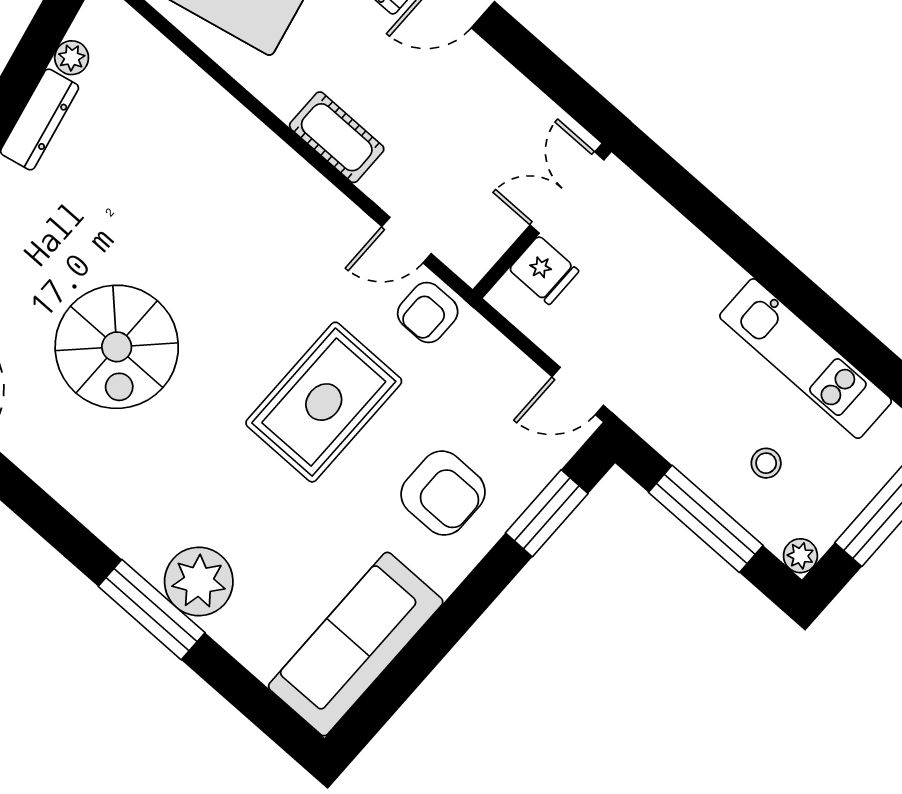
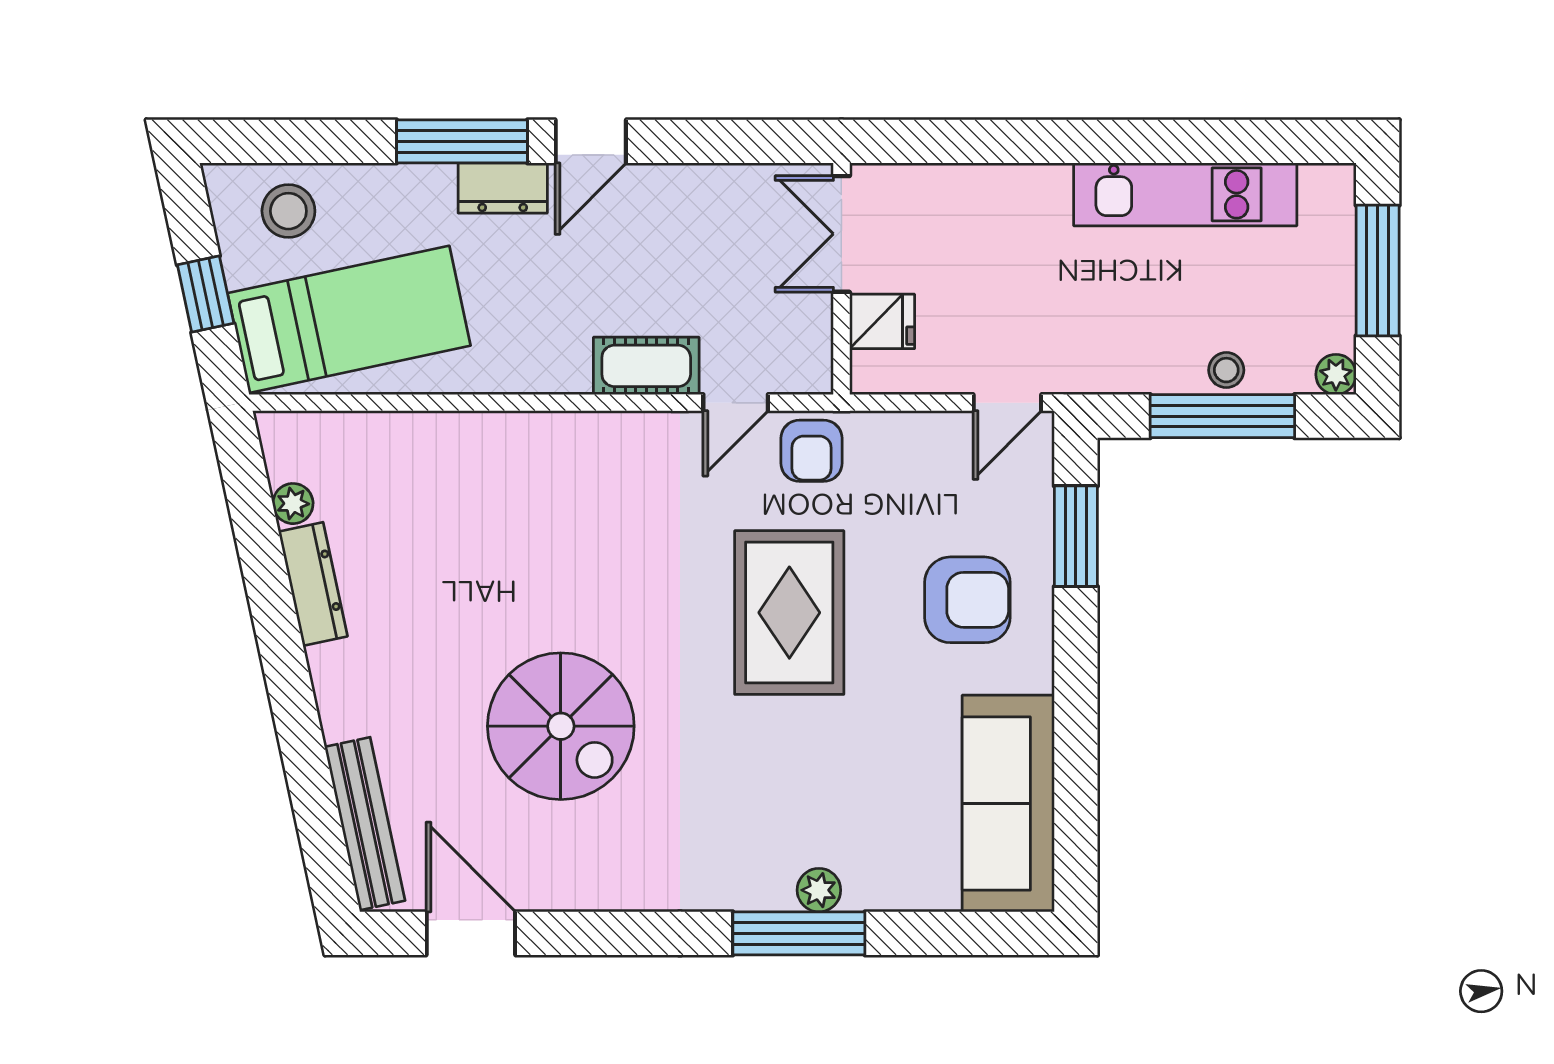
cot: (337, 137) -> (646, 366), moved
stool: (766, 463) -> (1226, 370), moved
plant: (199, 581) -> (819, 890), width x0.53, depth x0.53

